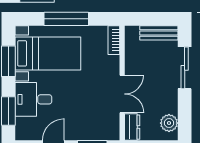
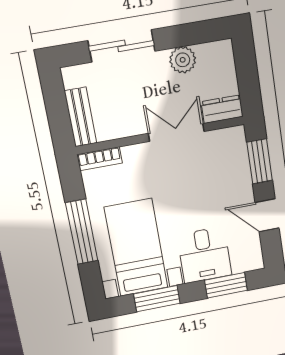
bench: (159, 33) -> (81, 117), moved
plant: (169, 123) -> (183, 60), moved

